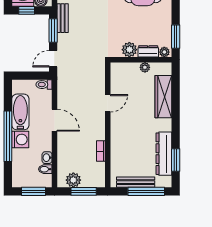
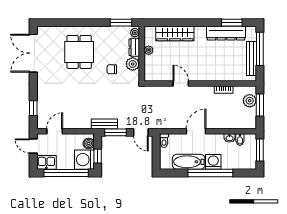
chair: (124, 26) -> (112, 69), added
plant: (73, 180) -> (250, 101), moved

